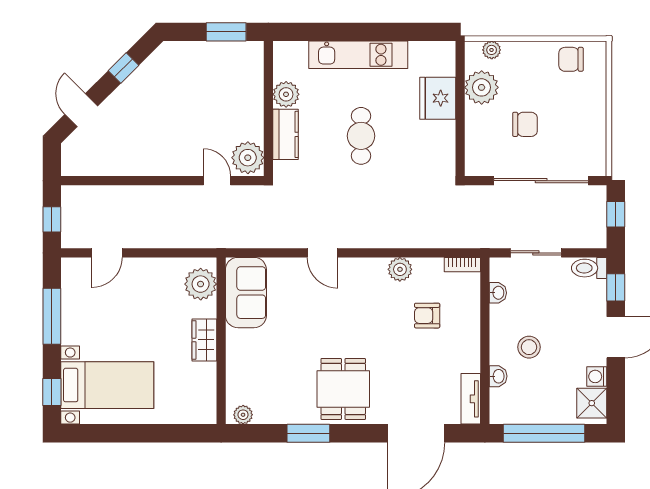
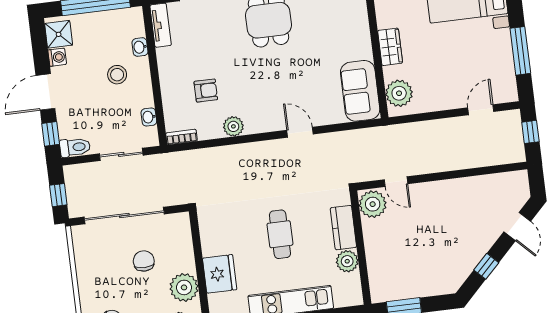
chair: (525, 124) -> (144, 261), turned 90

